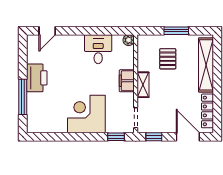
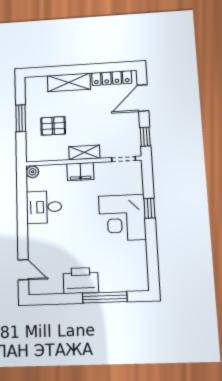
shelving: (206, 65) -> (69, 82), width x0.68
window: (116, 137) -> (149, 208), moved

